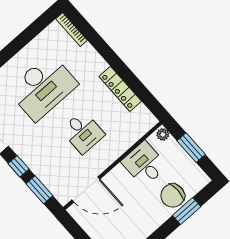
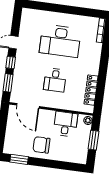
locker: (120, 89) -> (91, 90), moved
chair: (173, 196) -> (41, 145), moved
window: (187, 211) -> (60, 165), removed

